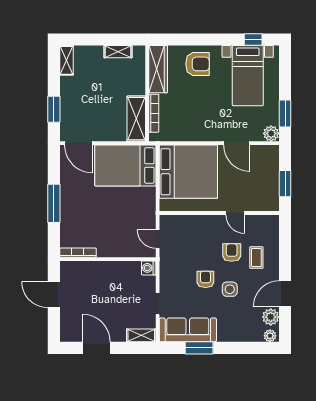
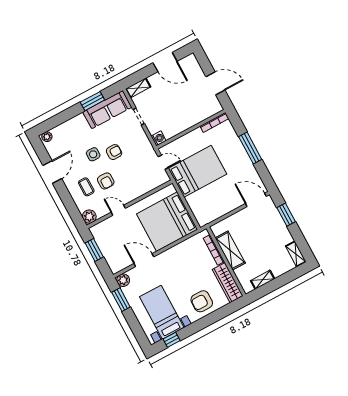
shelving: (136, 119) -> (230, 250), moved
bed: (125, 165) -> (197, 171), moved
armchair: (205, 279) -> (114, 152), turned -90
plant: (271, 317) -> (89, 217), moved

